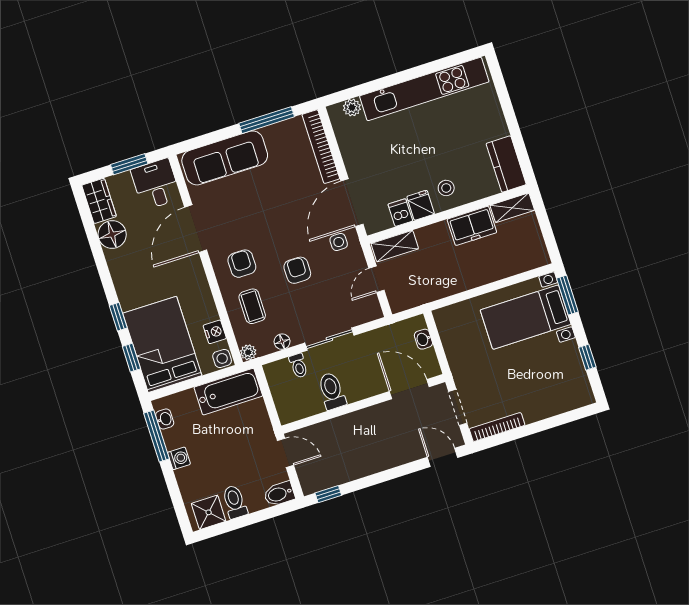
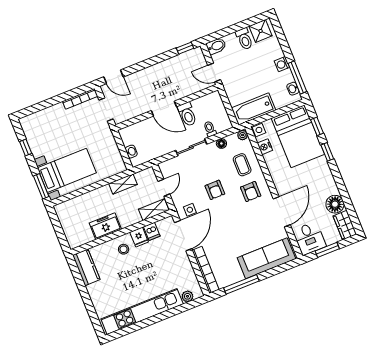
shelving: (512, 208) -> (123, 184), moved
door: (409, 389) -> (164, 109), moved

